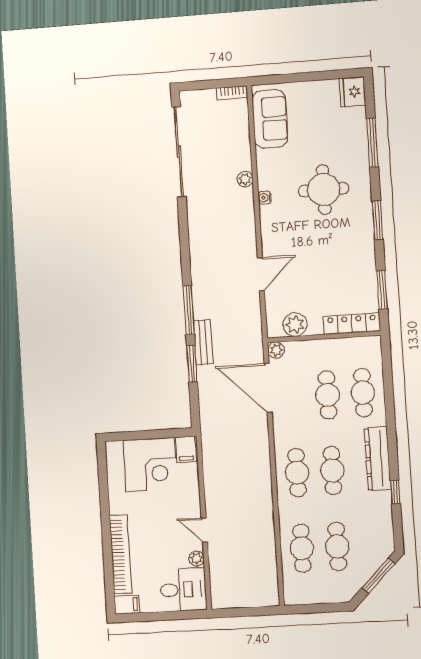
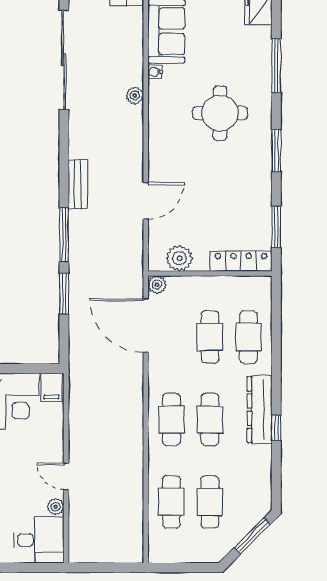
water cooler: (265, 198) -> (155, 72), moved
bench: (203, 342) -> (78, 184), moved
window: (395, 492) -> (276, 428), moved

